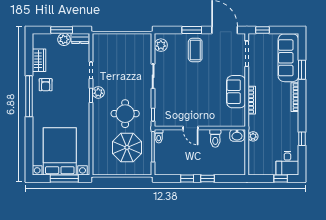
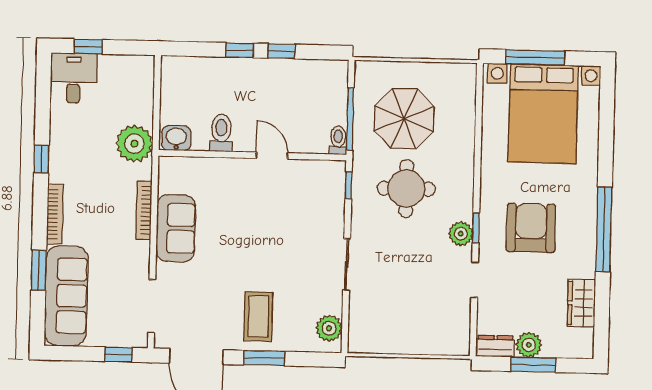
armchair: (46, 85) -> (531, 228), moved, width x1.88, depth x1.88
plant: (253, 136) -> (134, 144), width x1.88, depth x1.88
window: (302, 139) -> (41, 159), moved

